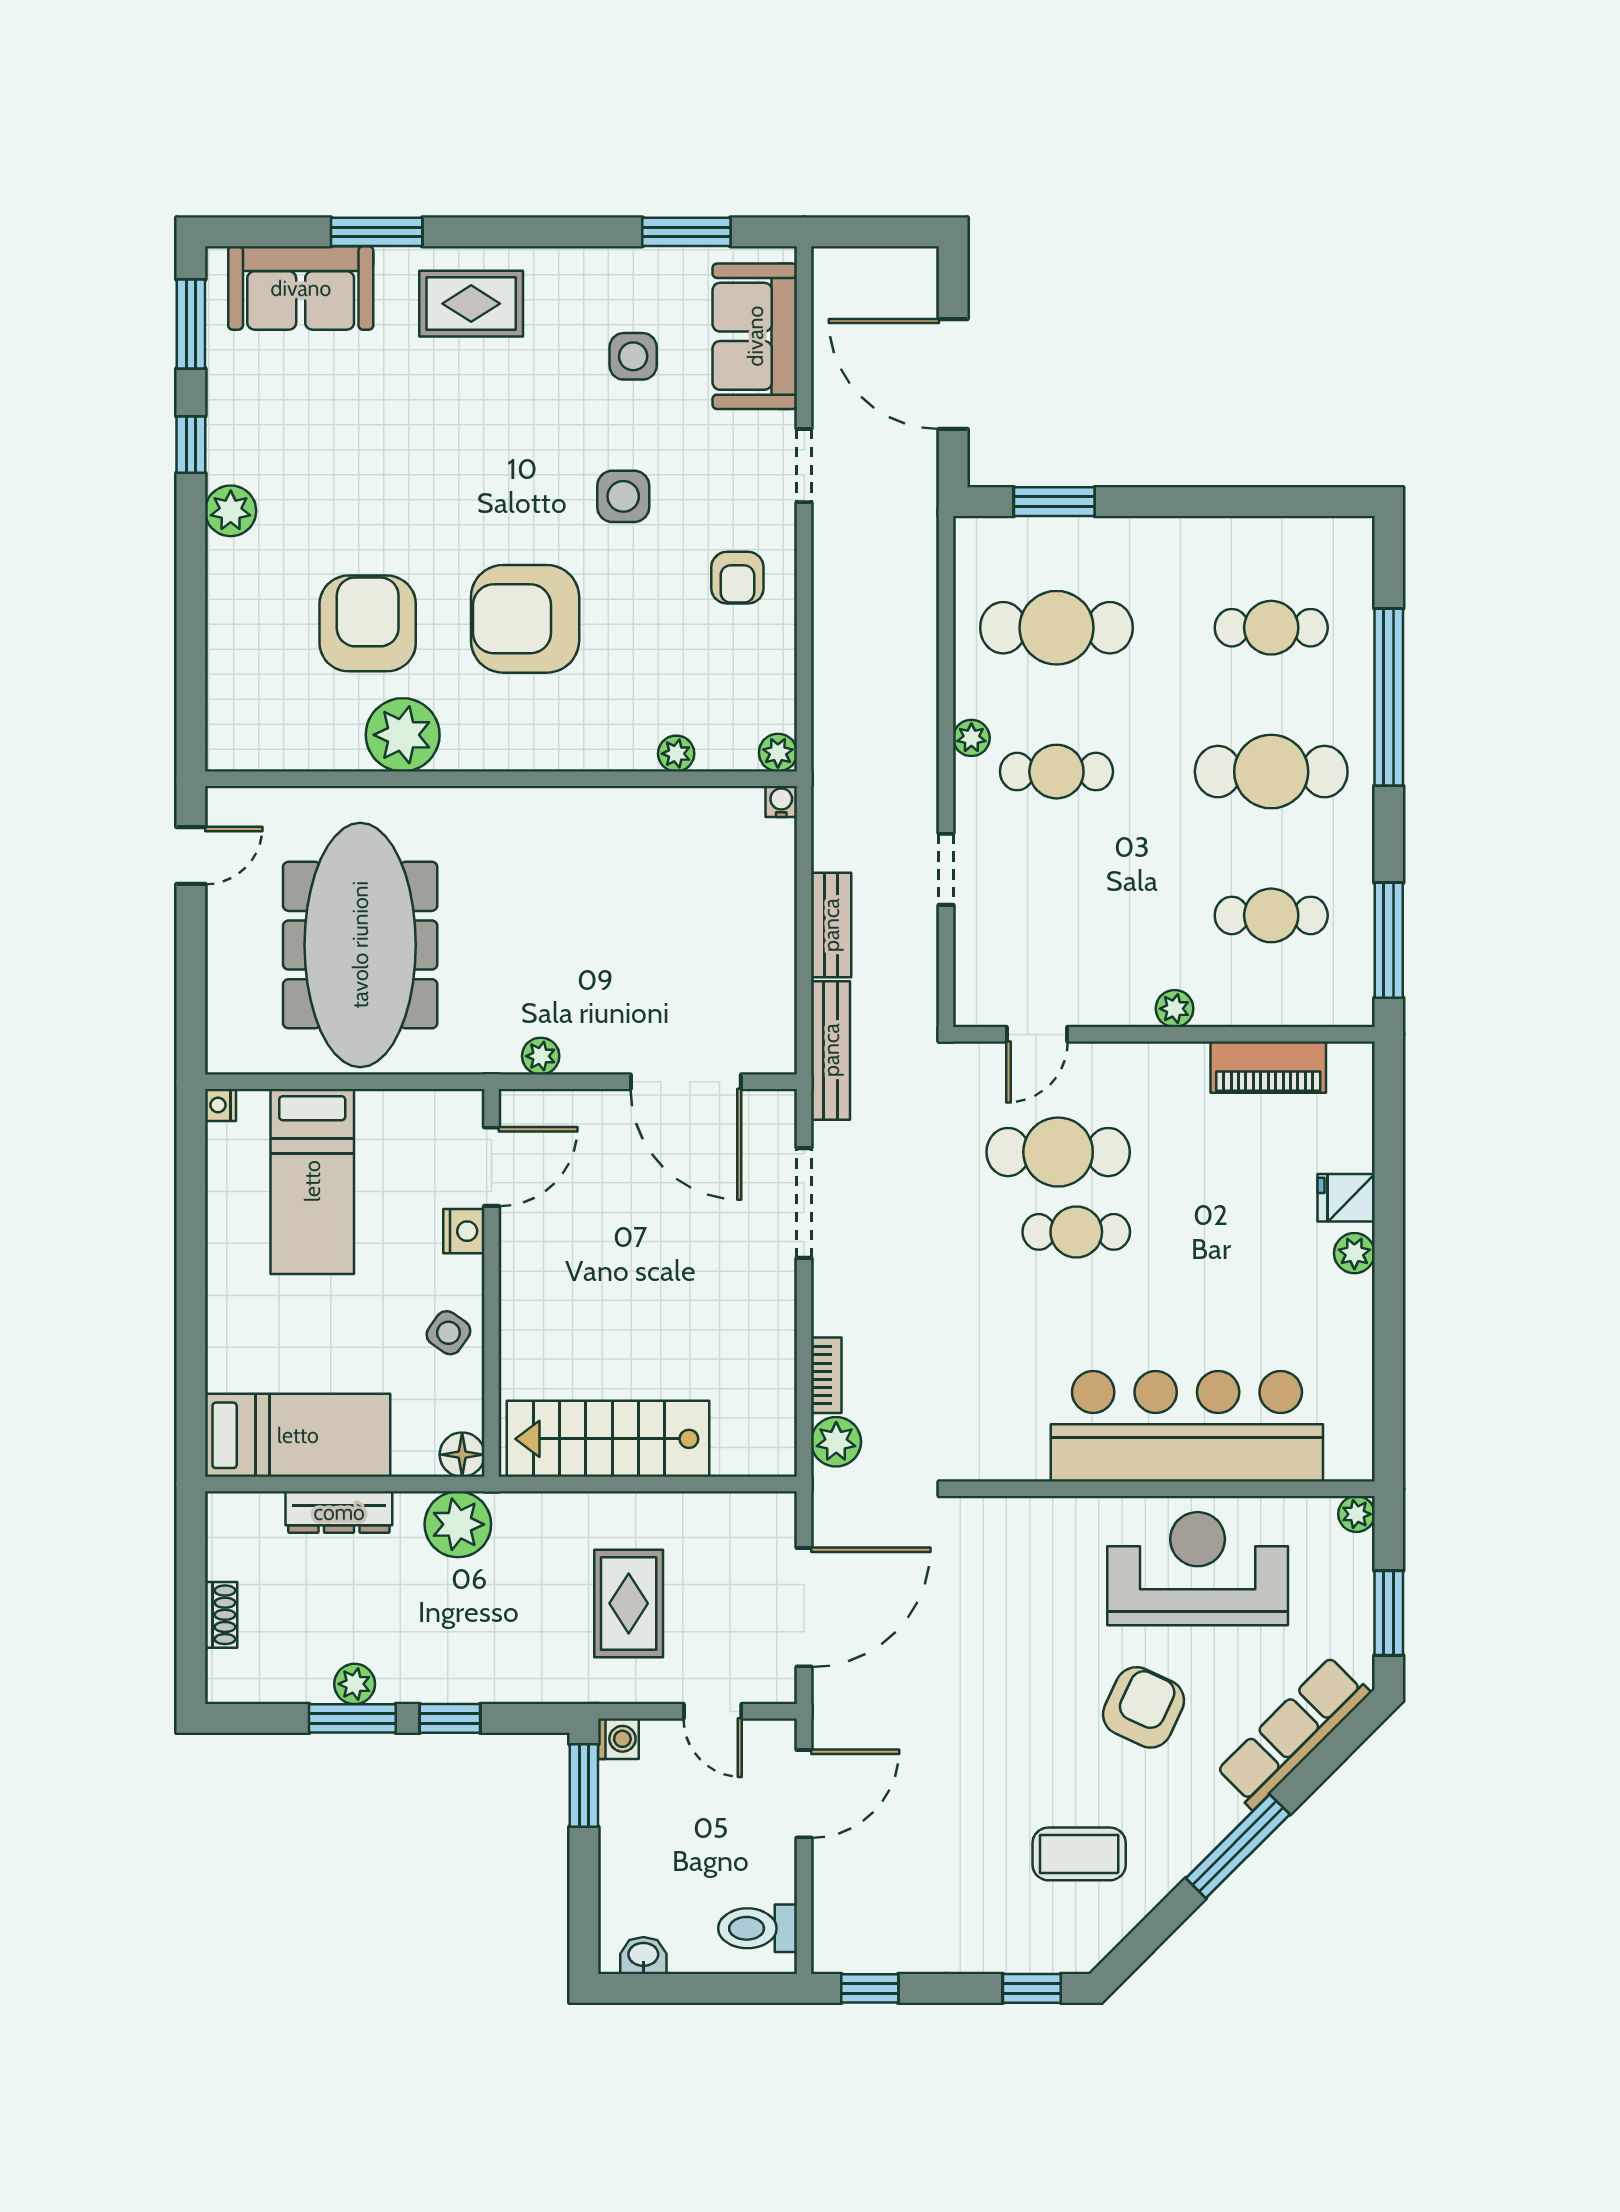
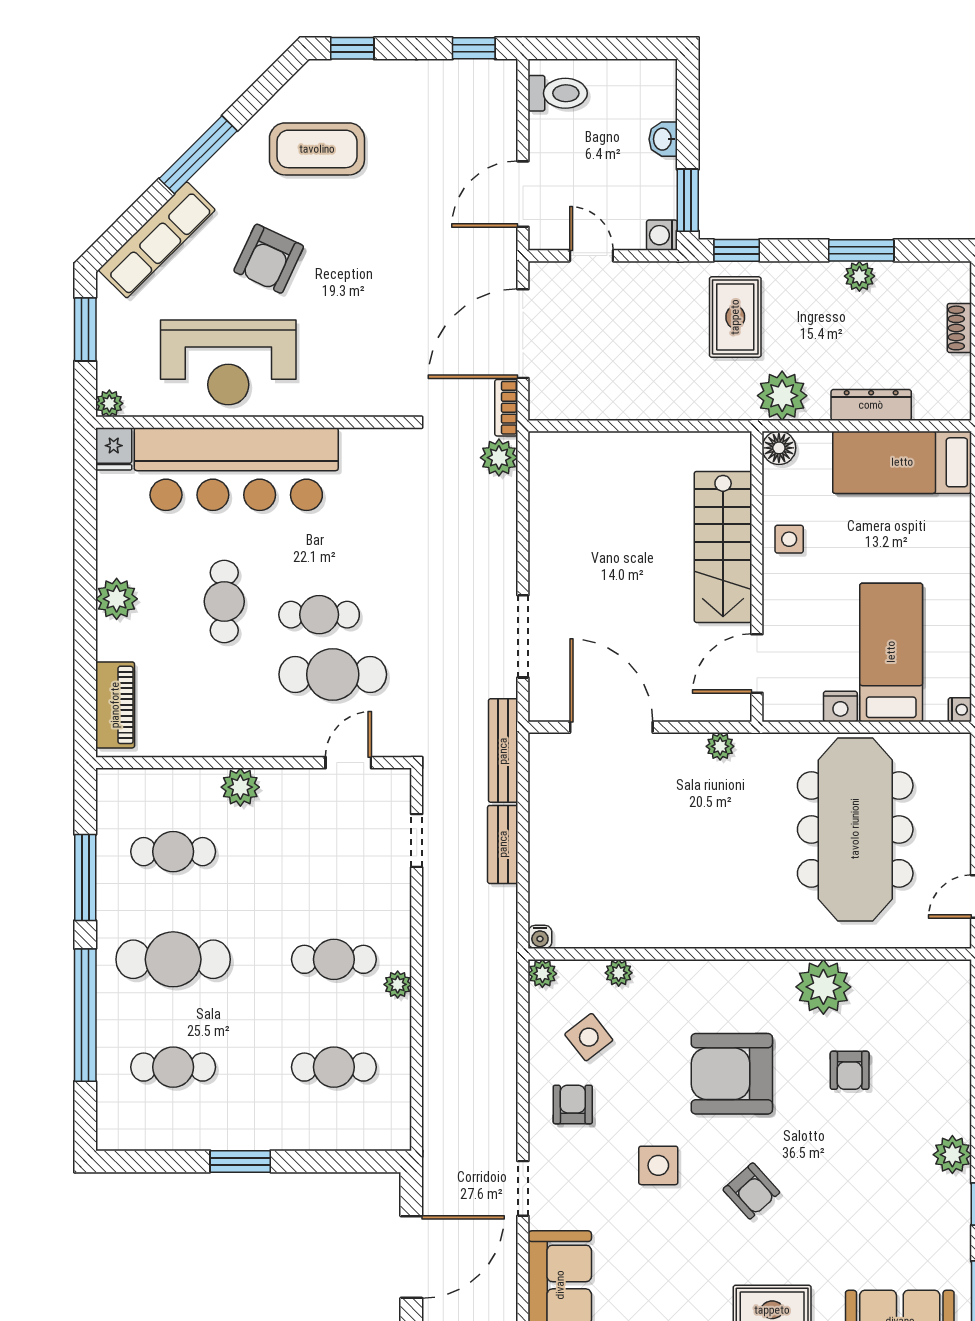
side table: (633, 356) -> (589, 1037), moved, turned -38
door: (953, 374) -> (411, 1257), hinge flipped
armchair: (499, 462) -> (751, 1191), added
window: (1054, 502) -> (240, 1161), moved
armchair: (525, 619) -> (732, 1074), turned 180
armchair: (368, 623) -> (850, 1070), width x0.53, depth x0.53
cafe table: (1056, 628) -> (334, 1067), width x0.73, depth x0.74
doorway: (946, 869) -> (417, 841), moved
window: (1389, 940) -> (85, 878), moved
plant: (1175, 1009) -> (240, 787), width x1.38, depth x1.38
piano: (1268, 1067) -> (115, 705), moved, turned 90
fridge: (1346, 1198) -> (114, 449), moved, turned 90
nightstand: (464, 1231) -> (840, 706), moved, turned -90
cafe table: (1203, 1250) -> (224, 601), added
plant: (1354, 1253) -> (117, 599), width x1.38, depth x1.38
side table: (448, 1333) -> (789, 539), turned -35
bookcase: (826, 1375) -> (506, 408), moved
stairs: (608, 1439) -> (723, 547), moved, turned 90
rug: (629, 1603) -> (735, 317), moved
window: (450, 1718) -> (737, 250), moved
coffee table: (1079, 1854) -> (317, 149), width x1.36, depth x1.32
washbasin: (643, 1955) -> (663, 139), moved, turned 90

